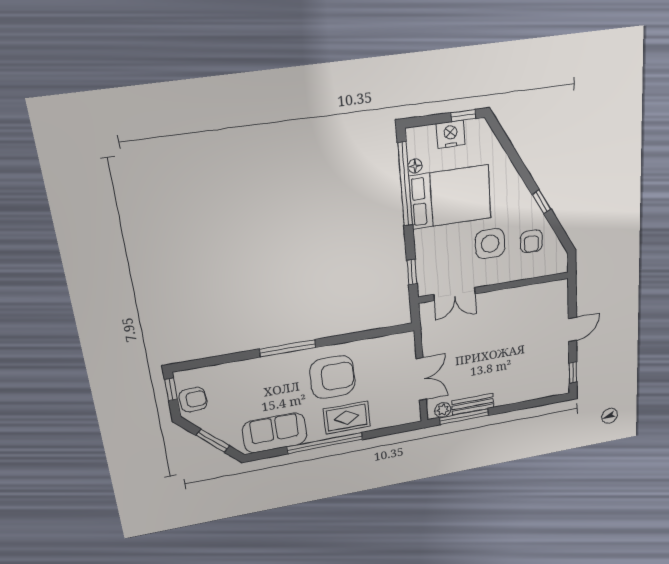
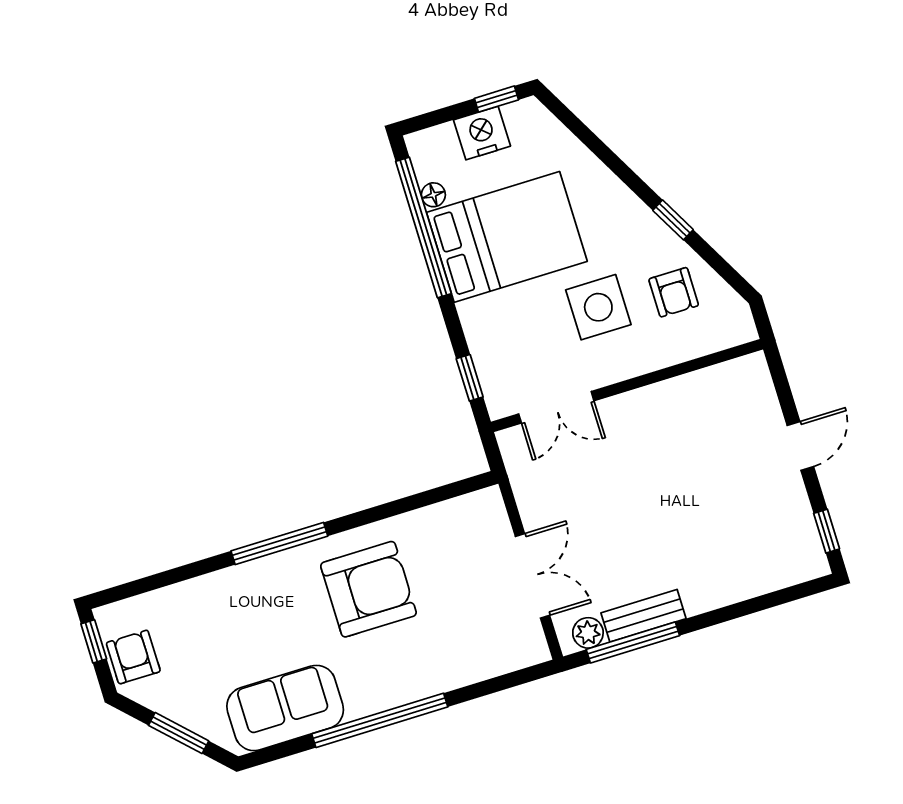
armchair: (193, 400) -> (133, 657), turned -87
rug: (347, 418) -> (410, 666), removed

